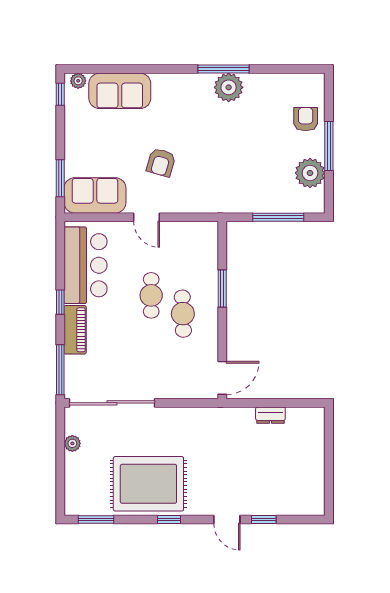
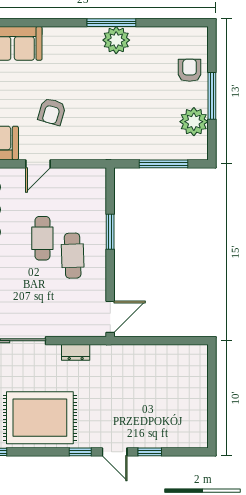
door: (147, 217) -> (38, 164), hinge flipped
dresser: (270, 415) -> (76, 352), moved
window: (169, 520) -> (80, 452), moved

